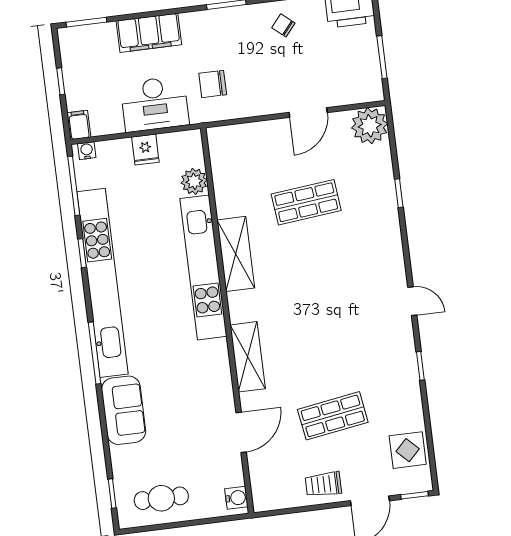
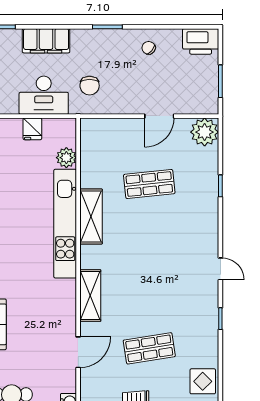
chair: (213, 84) -> (90, 86), turned -90

